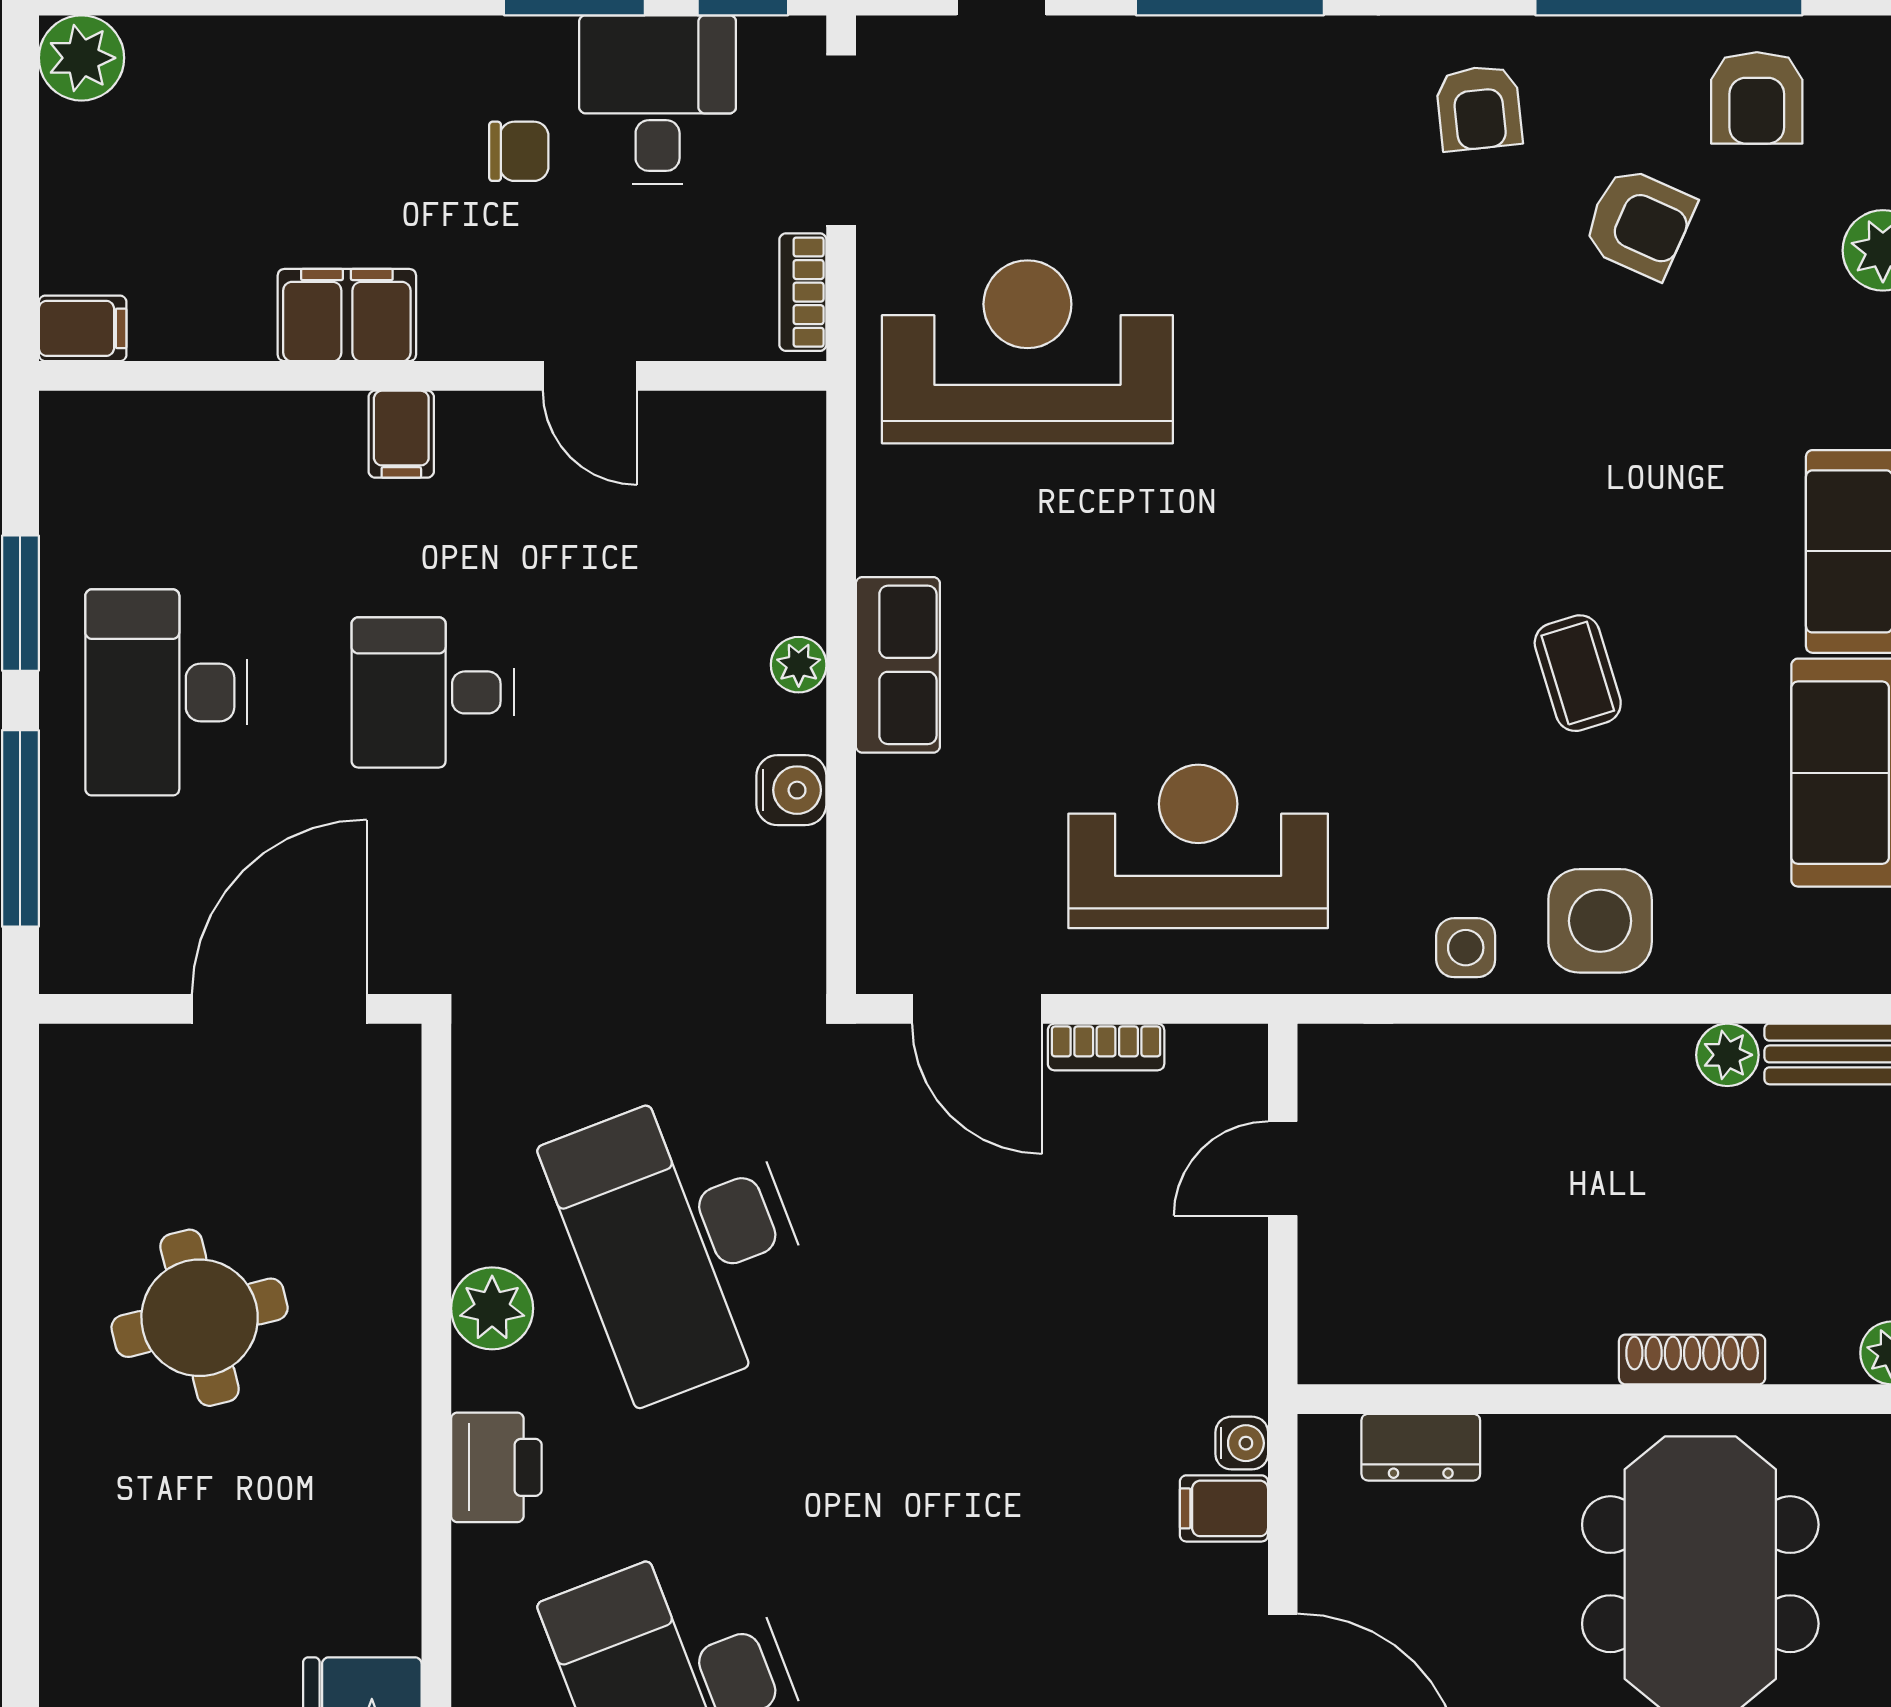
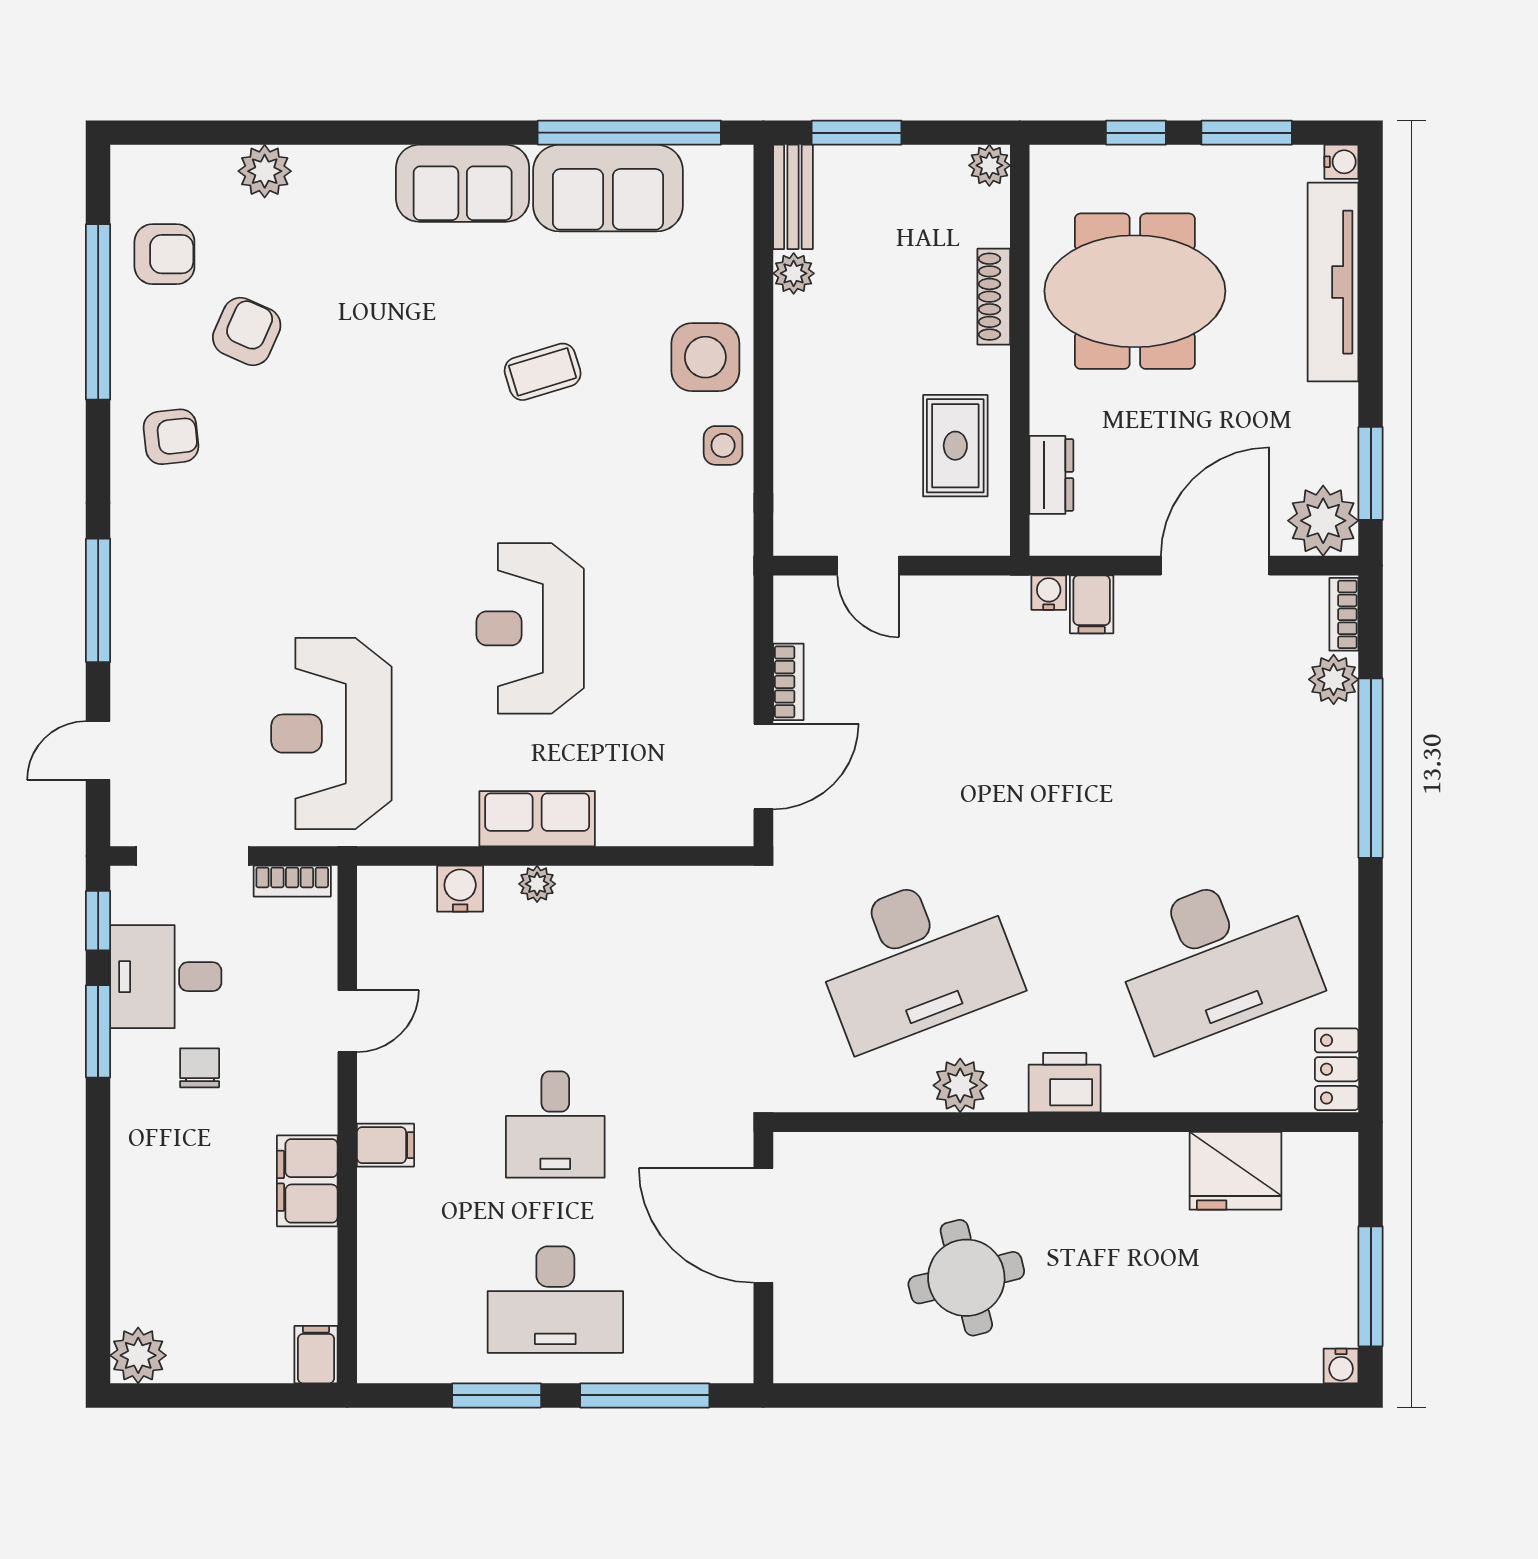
water cooler: (791, 790) -> (460, 889), moved
reception desk: (1198, 846) -> (530, 628), moved
rug: (1465, 1301) -> (955, 446), added

